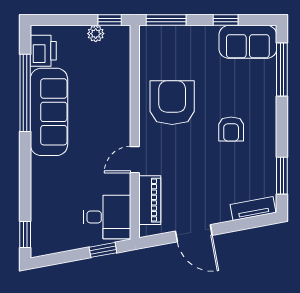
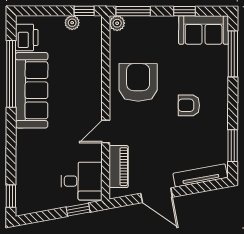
plant: (148, 34) -> (117, 23), added
armchair: (231, 129) -> (189, 105), turned 90
tv unit: (253, 208) -> (200, 175), width x1.41

